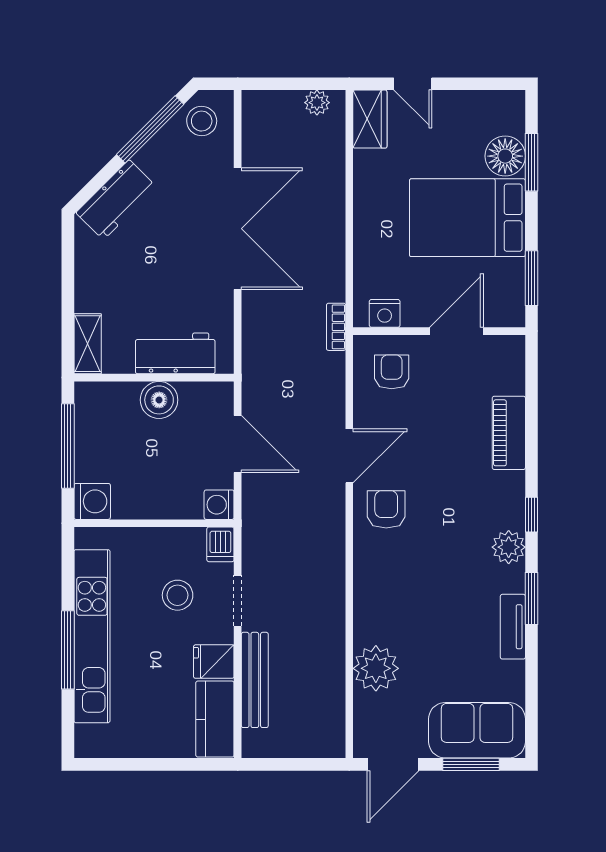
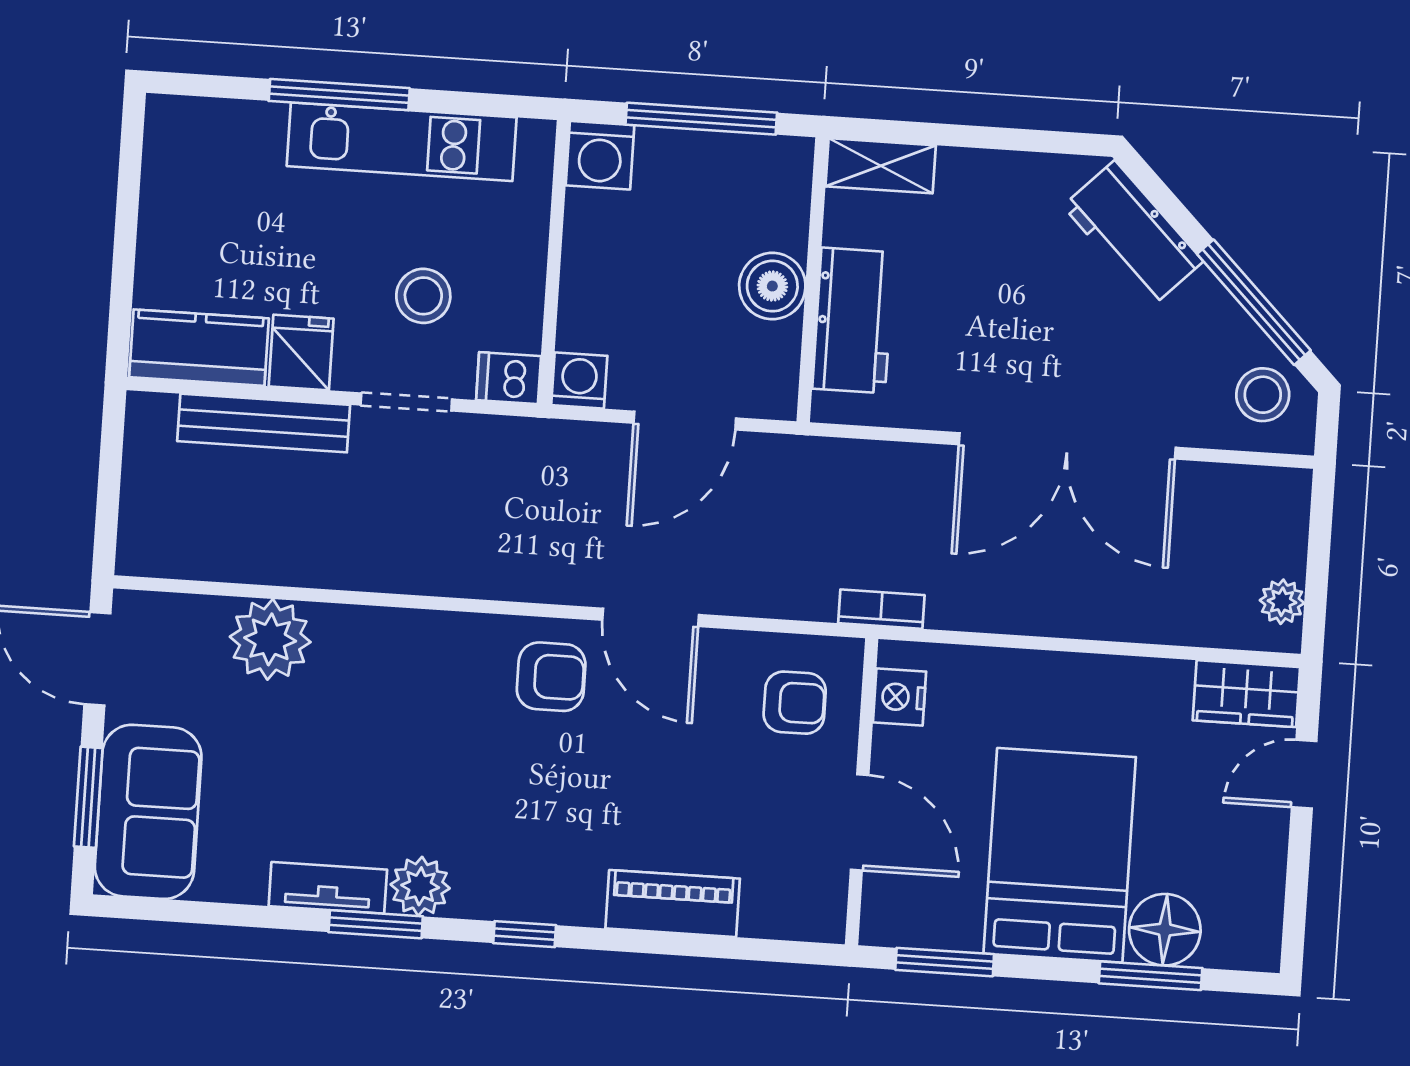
plant: (509, 547) -> (420, 886), moved
kitchen unit: (92, 636) -> (402, 142), width x0.73

